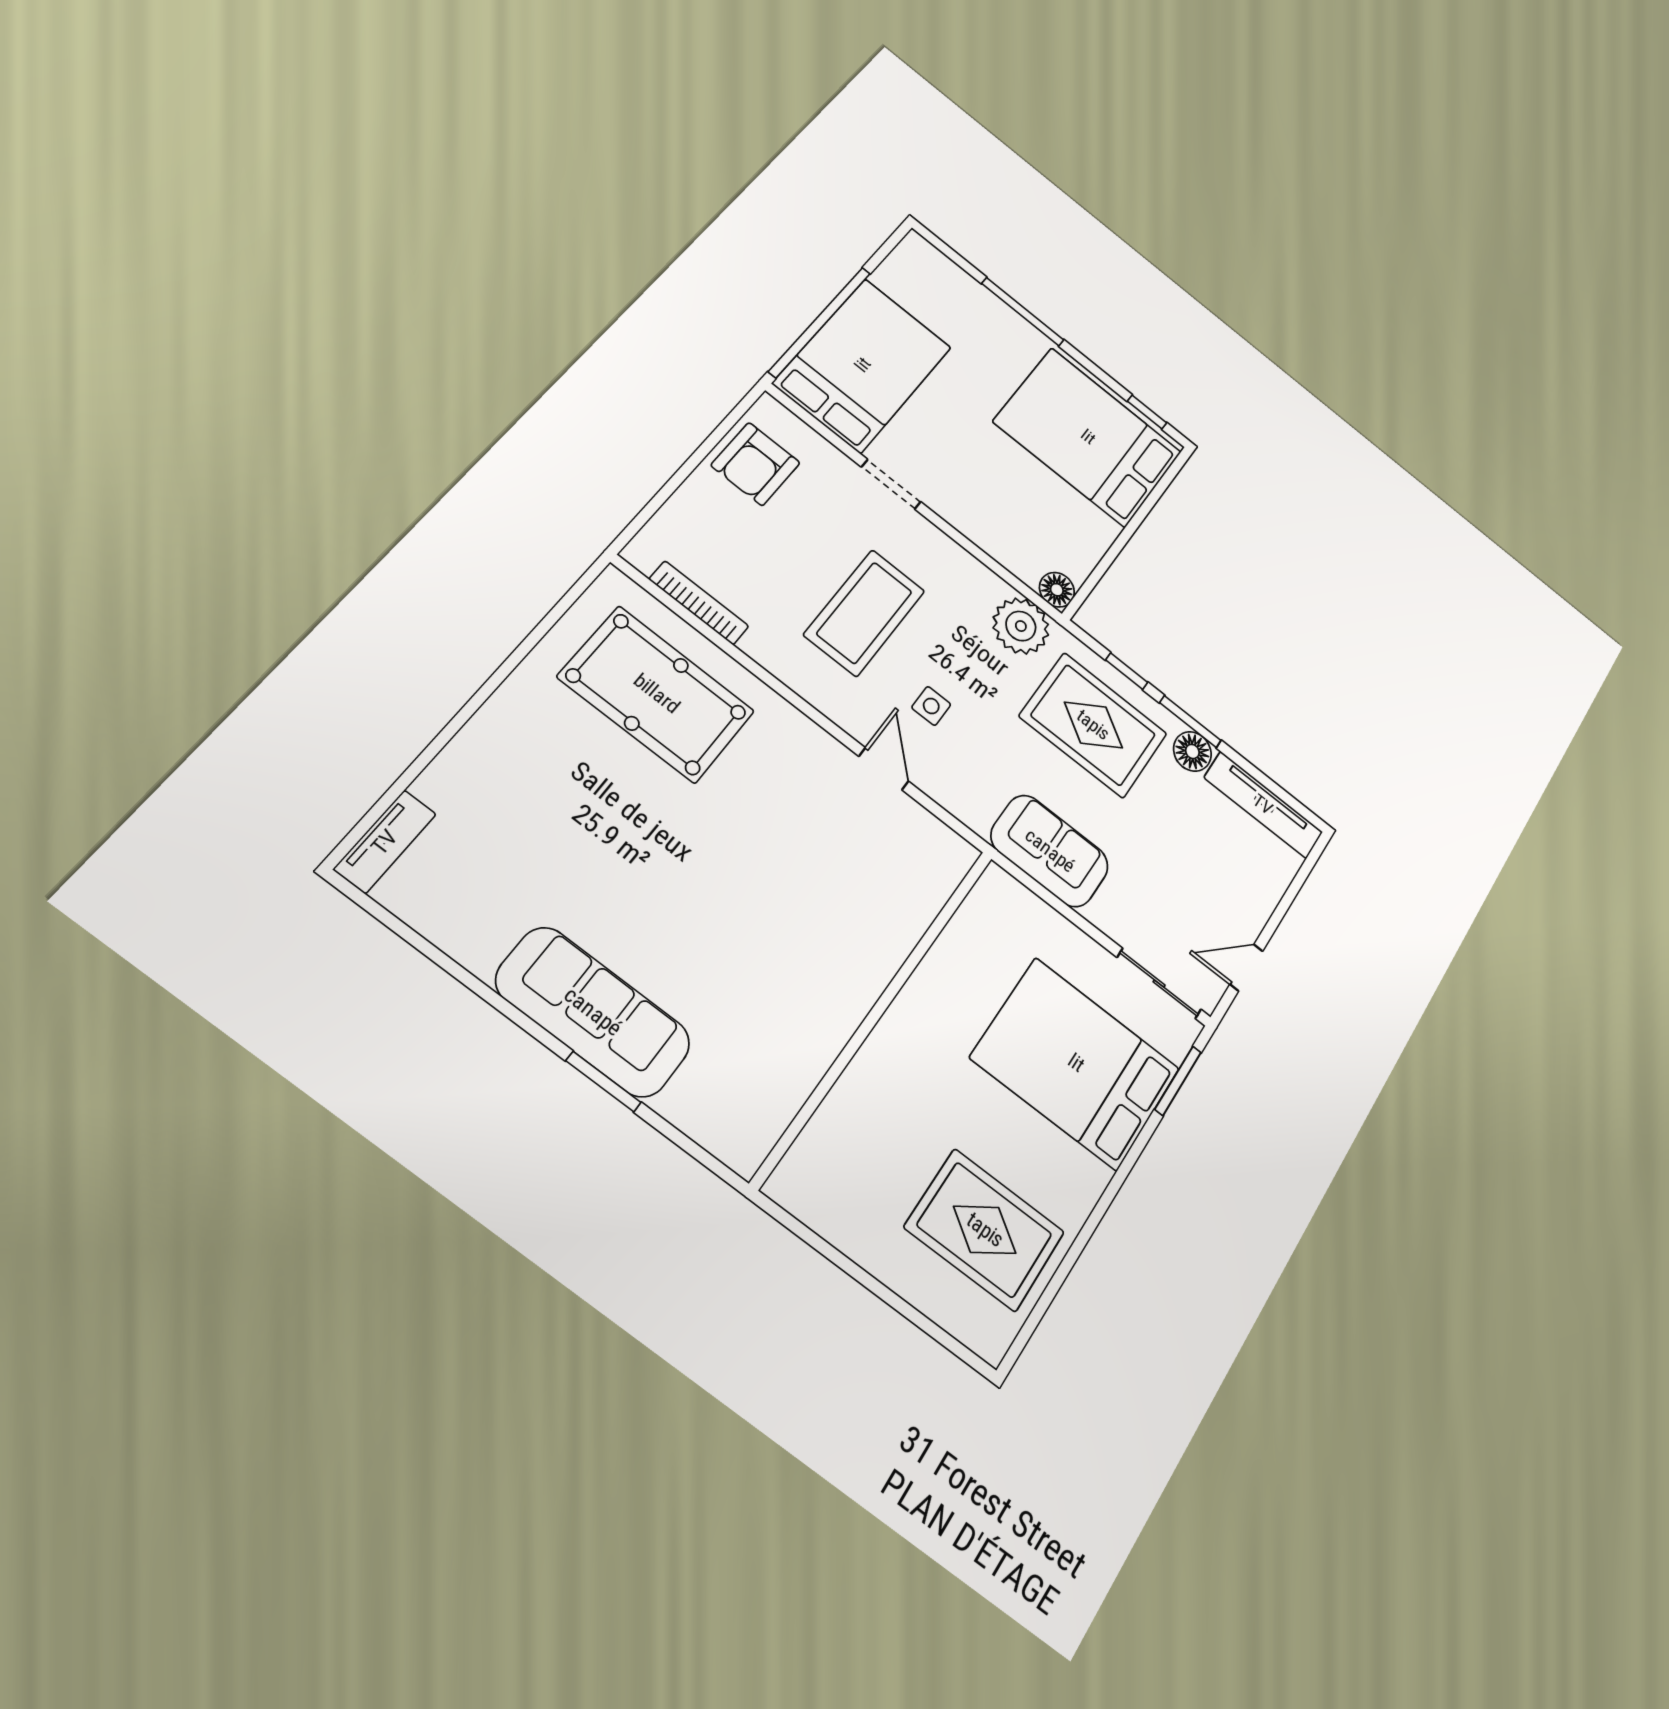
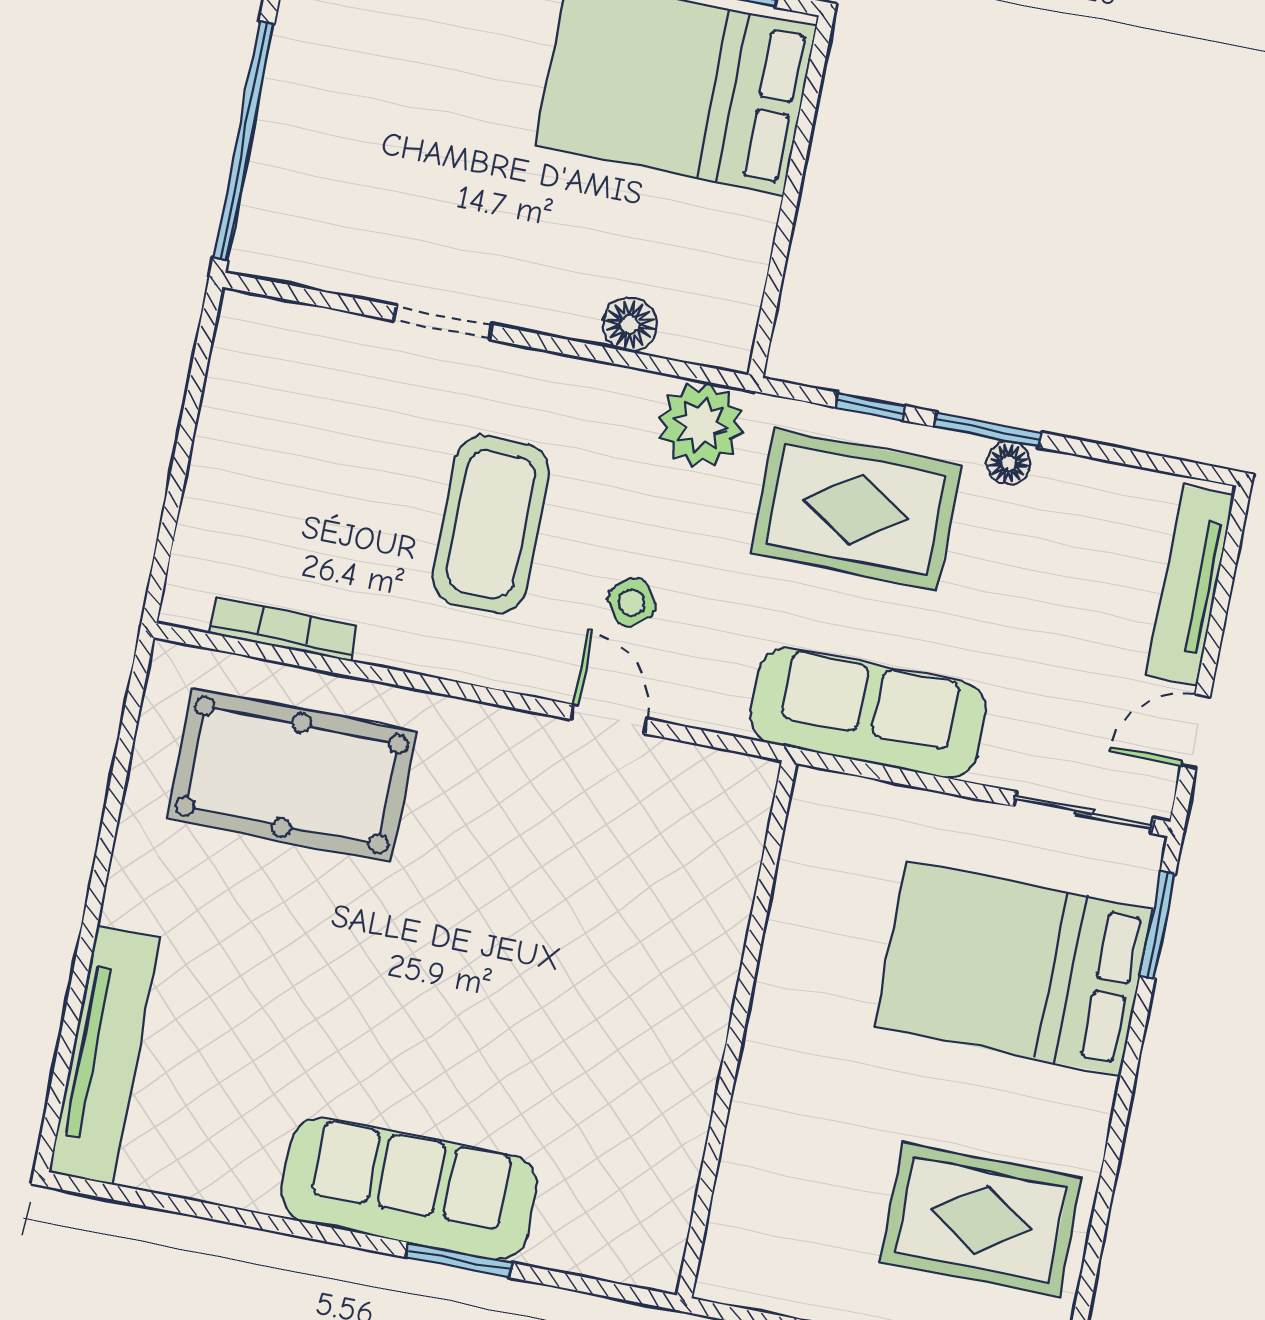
bed: (863, 365) -> (328, 170), removed
armchair: (756, 464) -> (261, 400), removed
floor lamp: (1057, 590) -> (630, 324), moved
side table: (931, 706) -> (632, 602), turned -35
floor lamp: (1192, 751) -> (1009, 463), width x0.73, depth x0.73
tv unit: (1263, 805) -> (1190, 586), moved, turned 90
tv unit: (385, 842) -> (104, 1055), width x1.92, depth x1.29
sofa: (1050, 851) -> (868, 713), width x1.36

